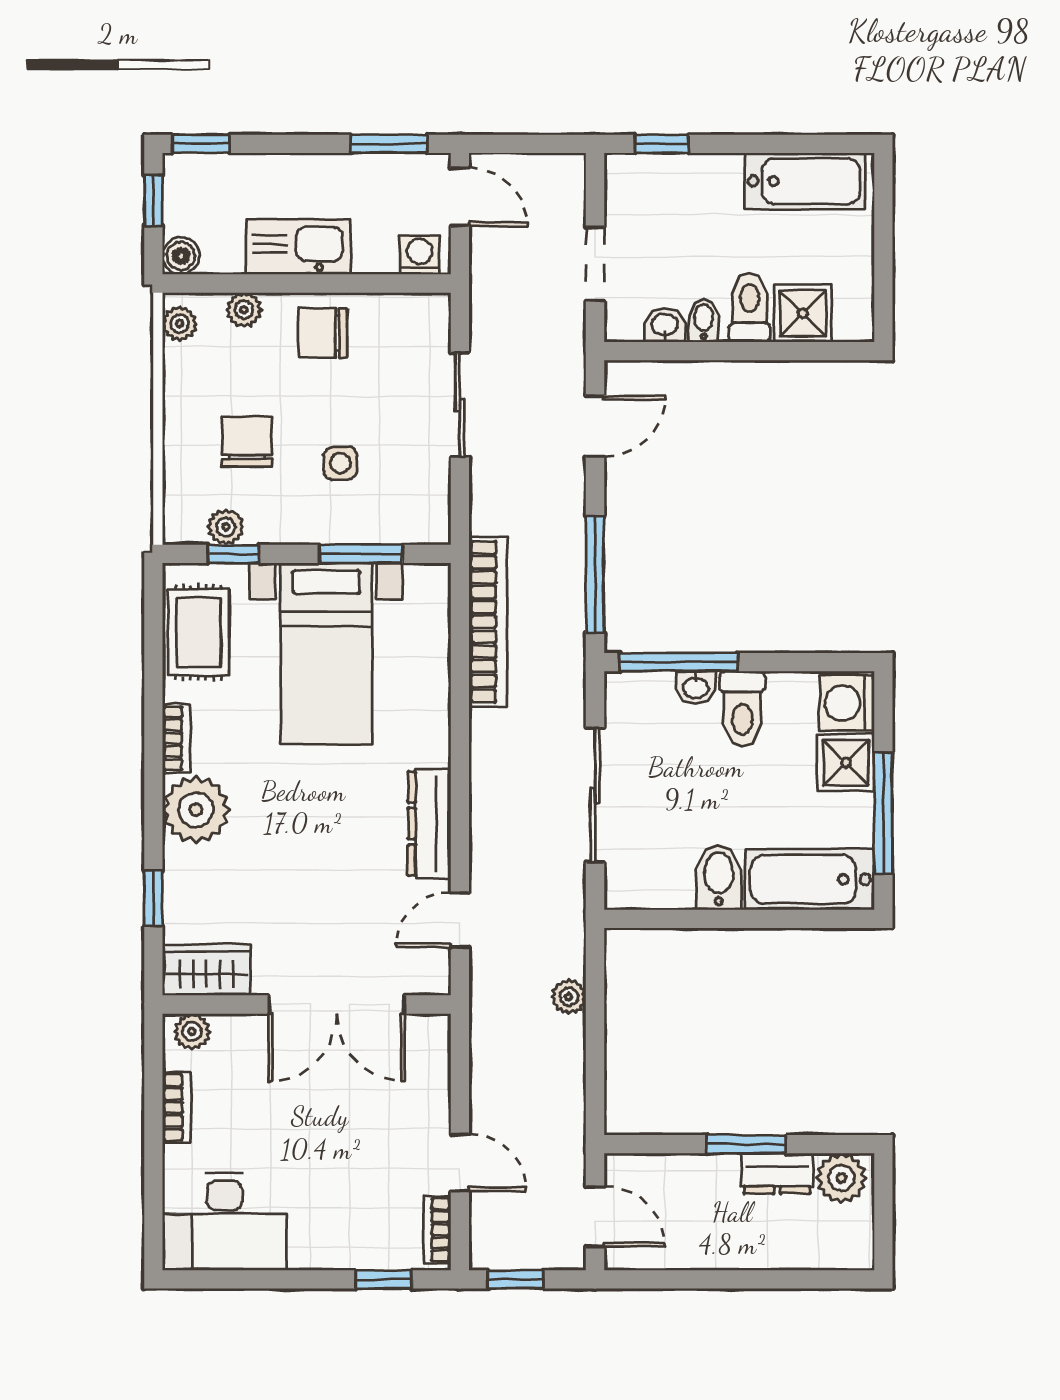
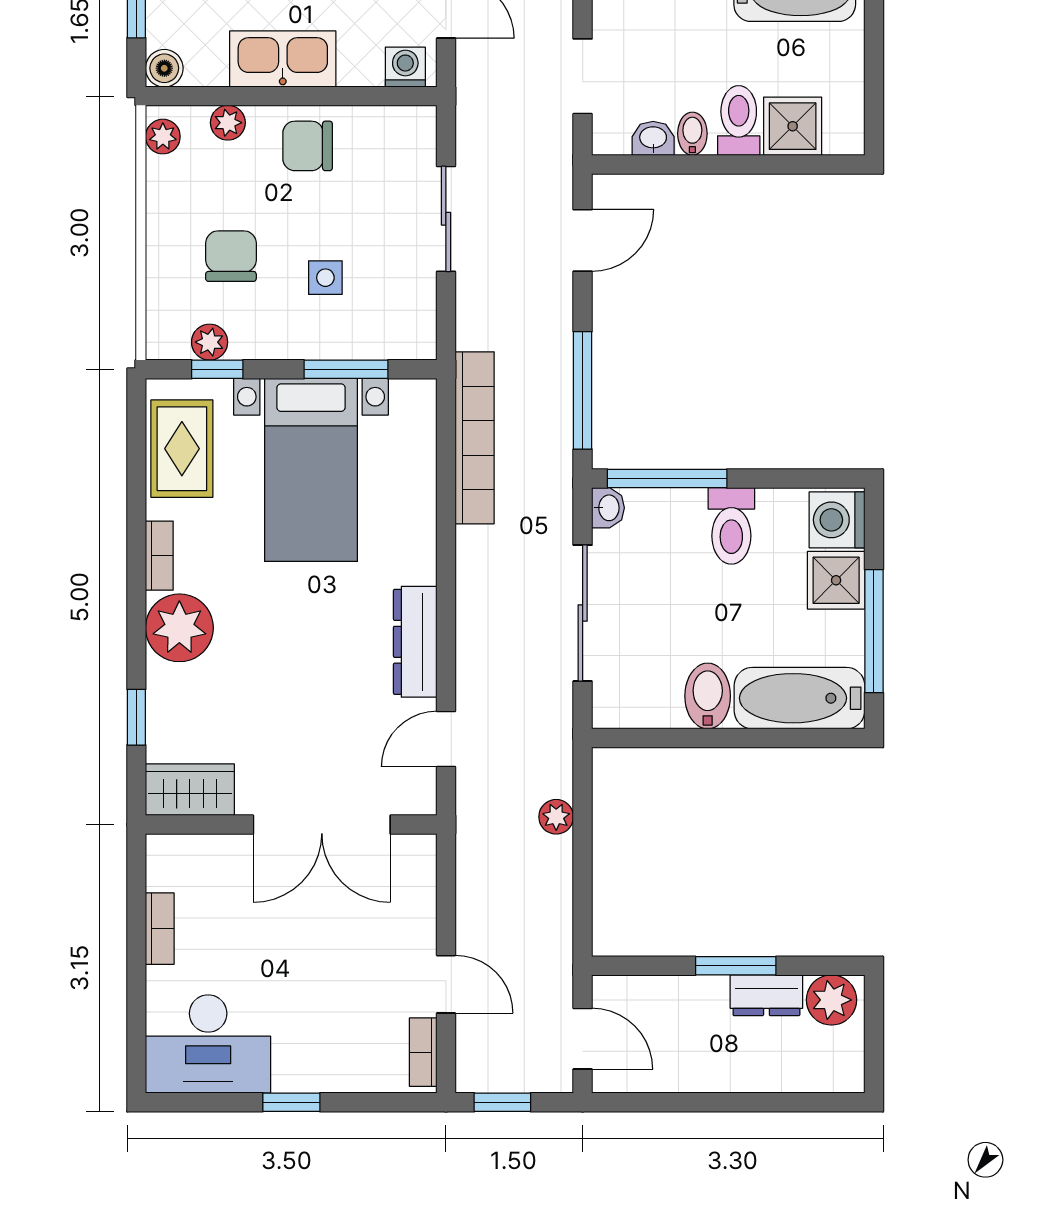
washbasin: (696, 687) -> (608, 508), moved, turned -90
plant: (192, 1031) -> (175, 852), removed
window: (384, 1279) -> (291, 1102), moved

